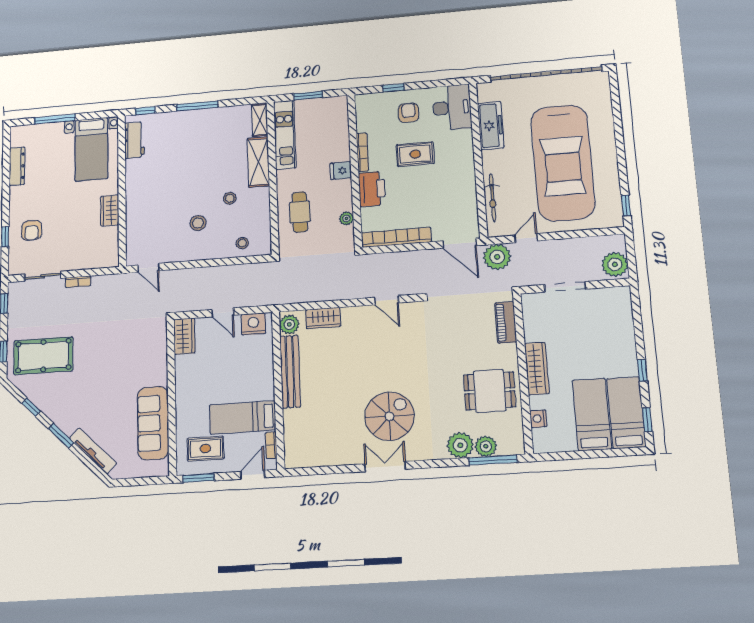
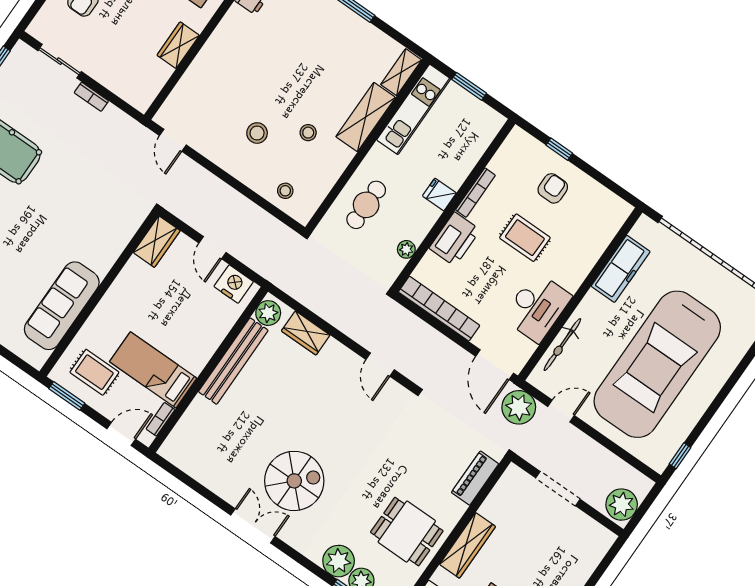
desk: (452, 107) -> (537, 307), moved

